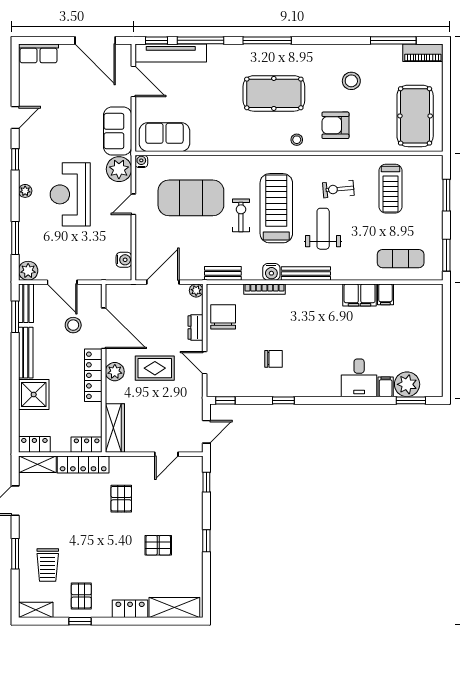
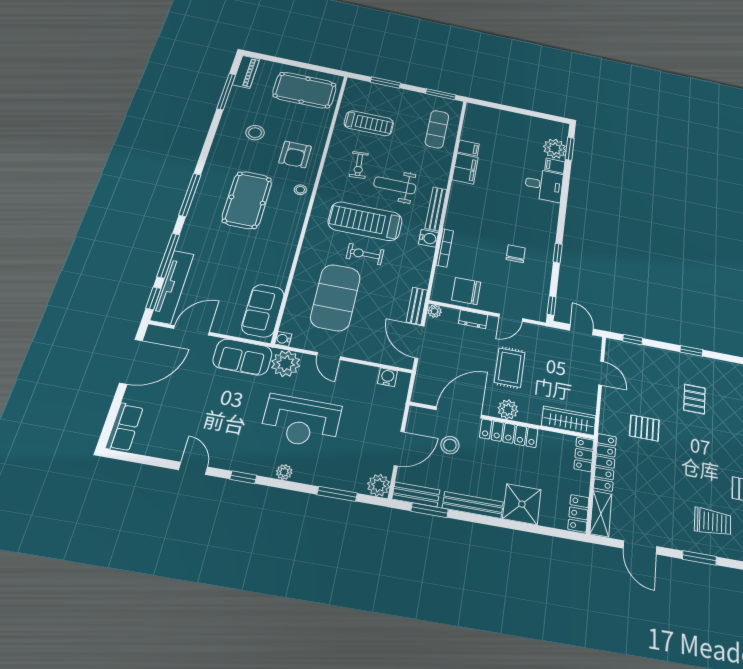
bench: (223, 273) -> (417, 306), moved

